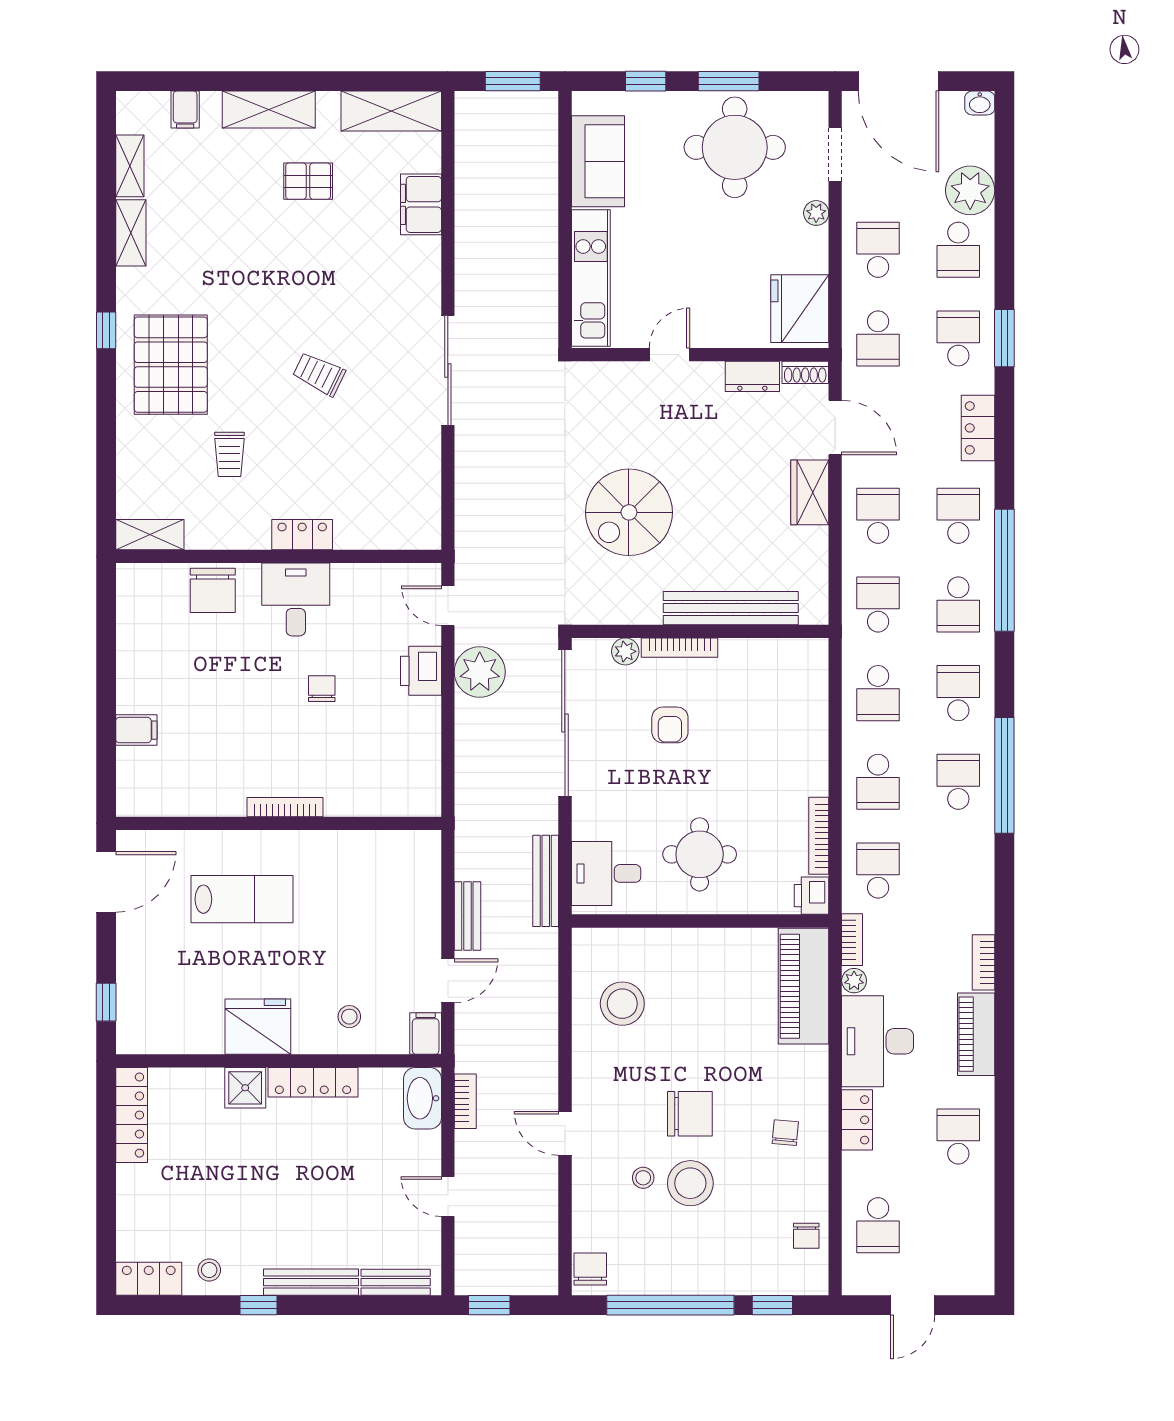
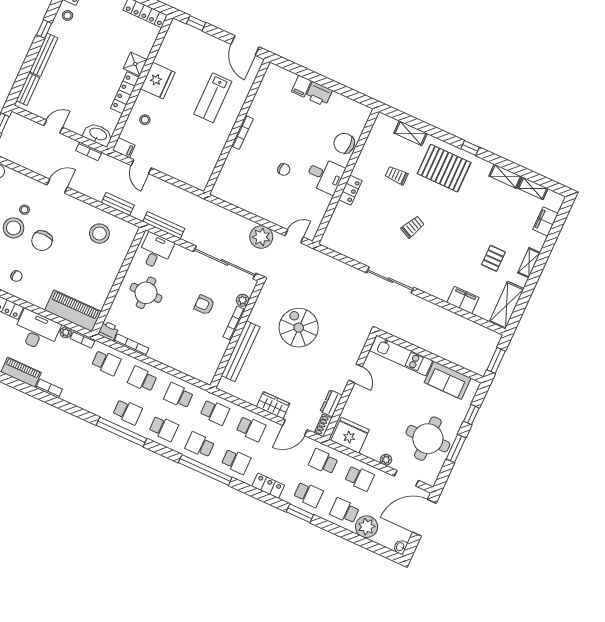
filing cabinet: (185, 110) -> (545, 221), width x2.00
shelving: (269, 110) -> (529, 263), width x0.67, depth x0.75
shelving: (150, 535) -> (411, 133), moved, turned 90
printer: (421, 671) -> (319, 94), moved, turned 180
bench: (467, 916) -> (118, 204), moved

